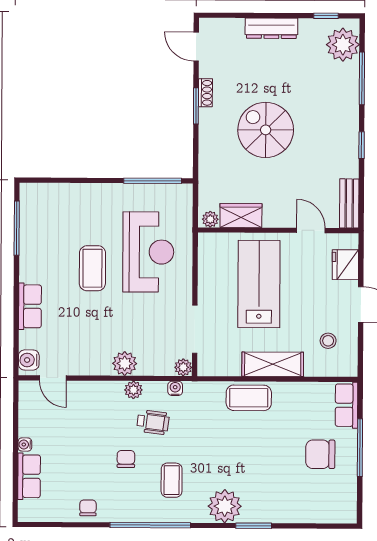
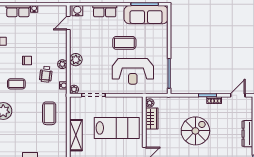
sofa: (37, 225) -> (146, 15), added
coffee table: (249, 398) -> (49, 113), moved

